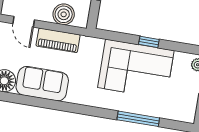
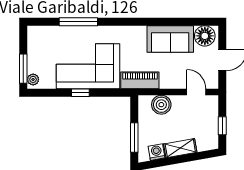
piano: (58, 40) -> (140, 80), moved

